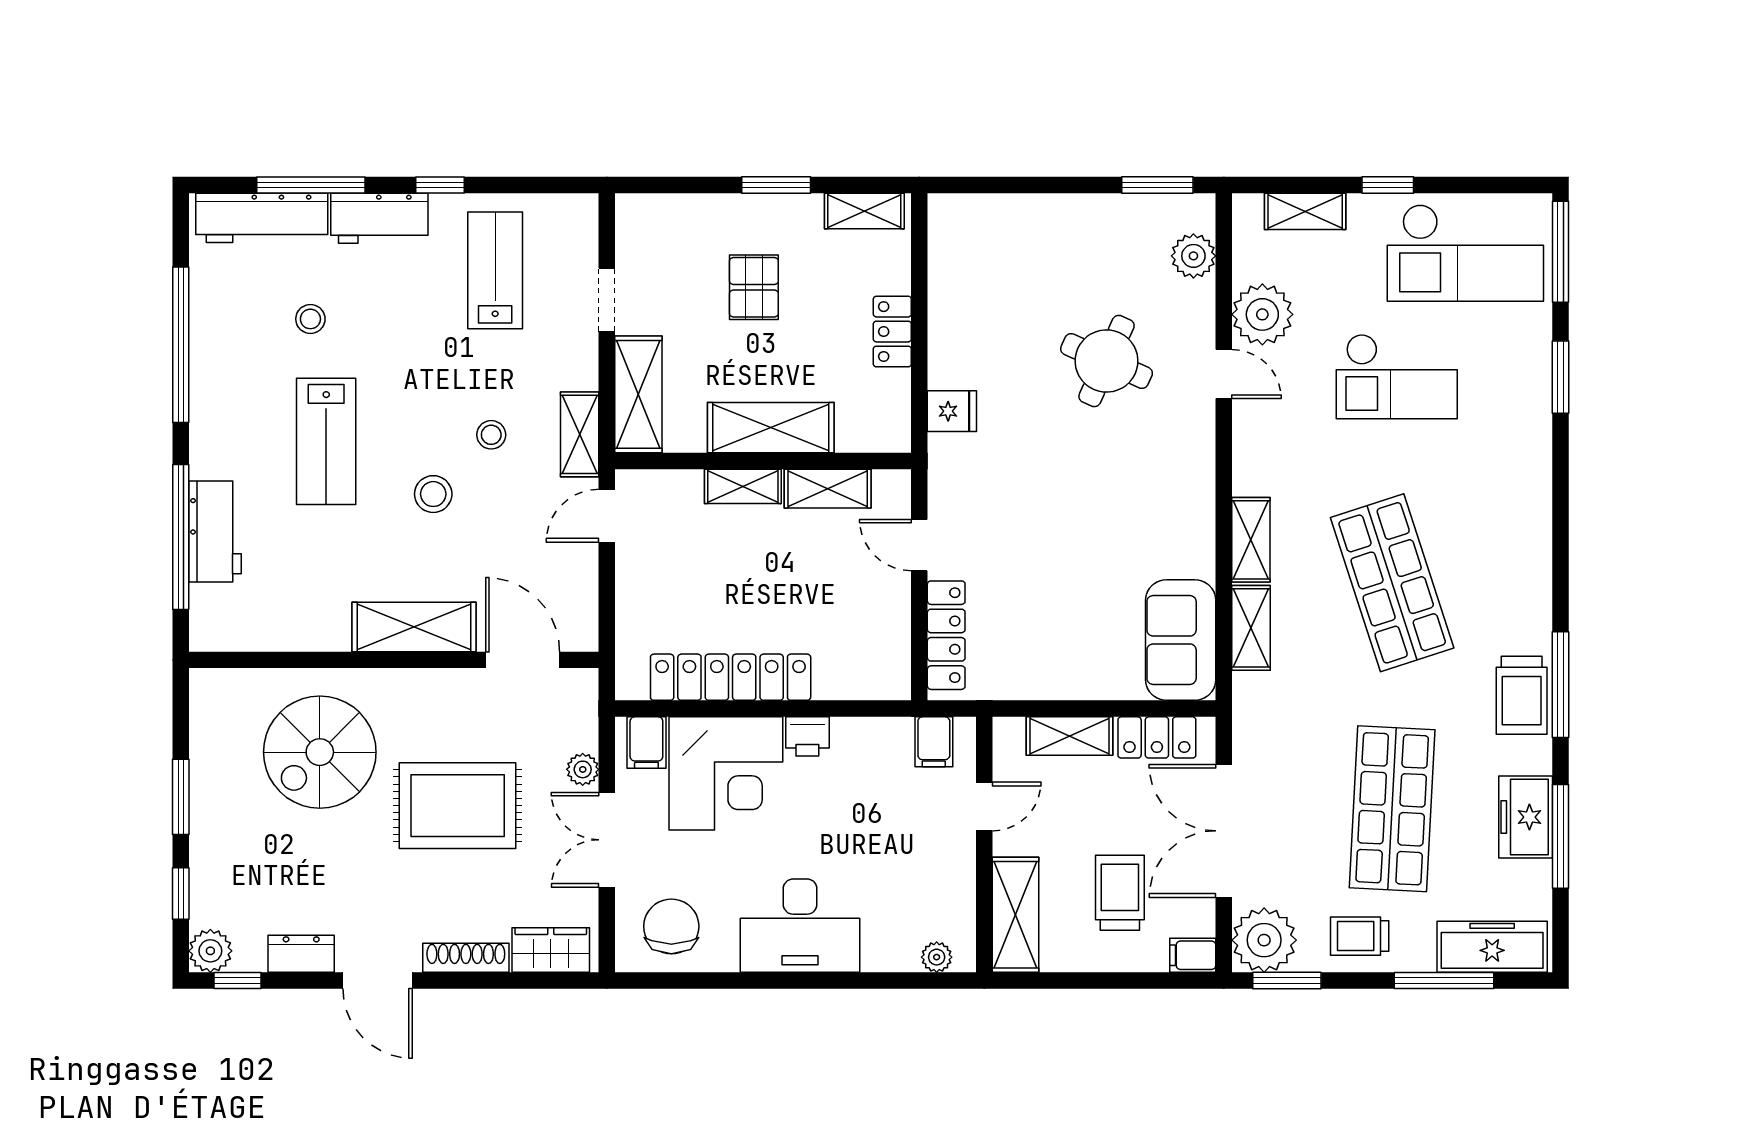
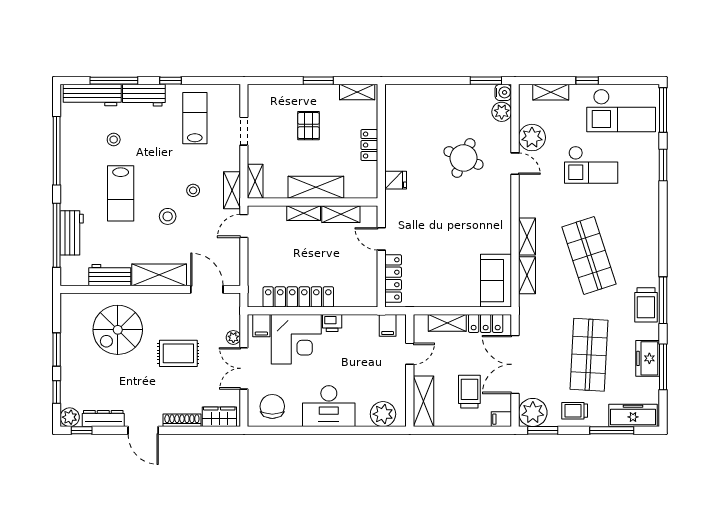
water cooler: (1197, 212) -> (503, 92), added
shelving: (638, 394) -> (255, 181), width x0.67, depth x0.75
workbench: (301, 627) -> (110, 275), added
rug: (458, 806) -> (178, 353), width x0.73, depth x0.70
dresser: (301, 954) -> (103, 418), width x1.44
plant: (937, 957) -> (383, 414), width x1.88, depth x1.88

